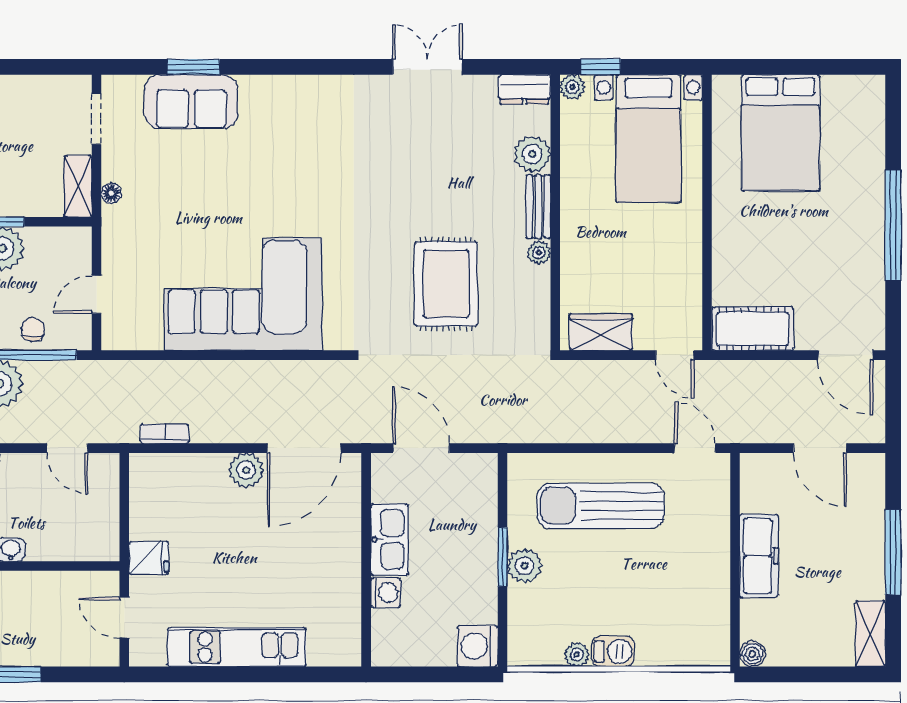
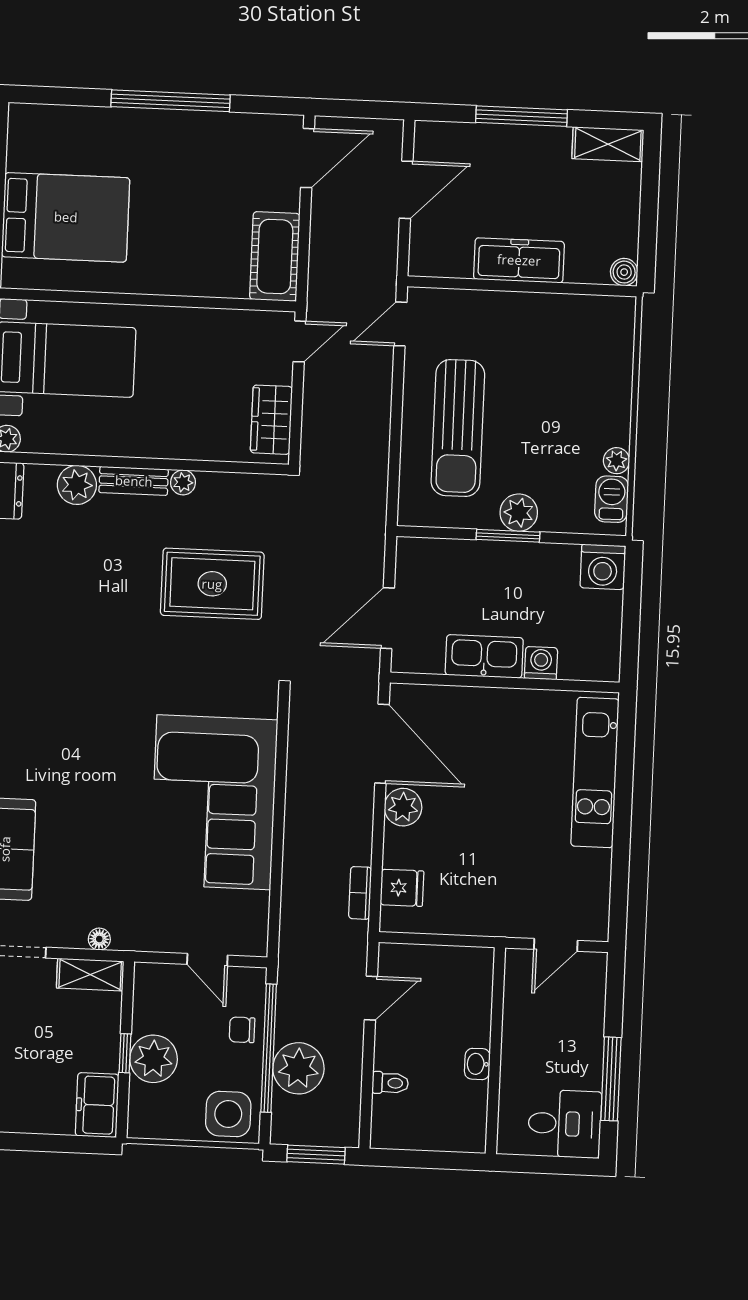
fridge: (149, 558) -> (402, 888), moved, turned 90
kitchen unit: (237, 647) -> (595, 772), moved
barbecue: (613, 651) -> (612, 499), moved

